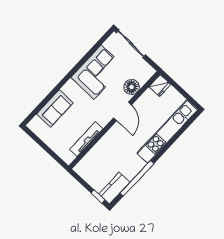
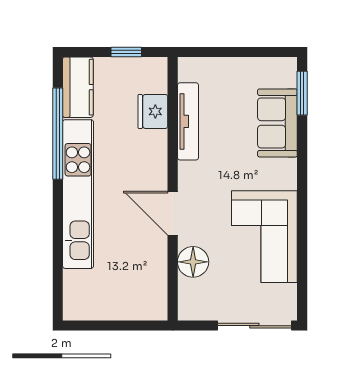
fridge: (160, 86) -> (153, 111), moved
window: (36, 111) -> (302, 93), added
kitchen unit: (167, 132) -> (78, 194), moved
window: (98, 197) -> (126, 52), moved

